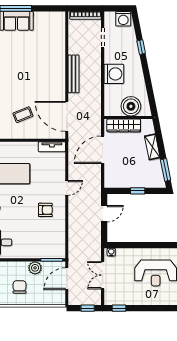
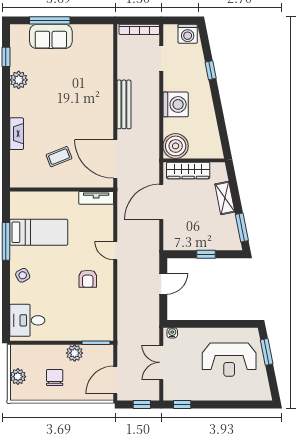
boiler: (131, 106) -> (176, 146), moved
door: (67, 188) -> (115, 251), swing flipped
armchair: (45, 210) -> (88, 279), turned 90
door: (67, 279) -> (115, 380), moved

